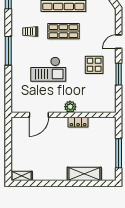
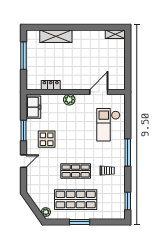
checkout: (48, 69) -> (108, 125), moved, turned -90
freezer: (108, 99) -> (33, 107), added
locker: (78, 122) -> (51, 85), moved

